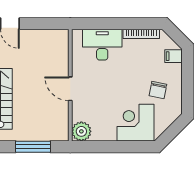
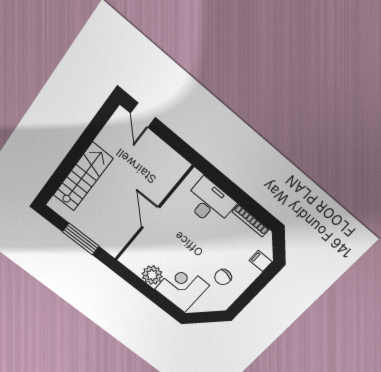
plant: (81, 131) -> (152, 275), moved

